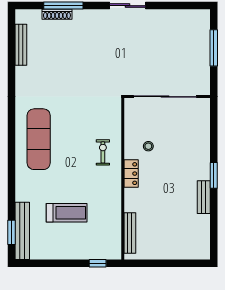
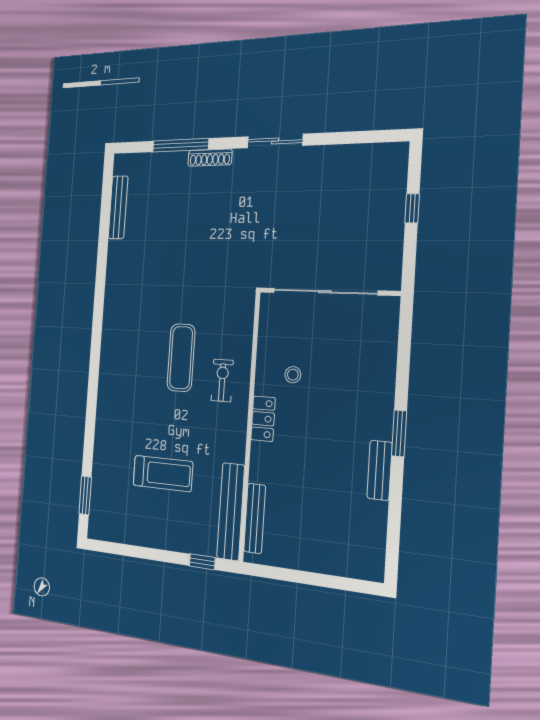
shoe rack: (57, 14) -> (210, 158), moved
window: (214, 48) -> (412, 208), width x0.46
exercise mat: (39, 139) -> (181, 358), moved, width x0.73, depth x0.69
bench: (22, 231) -> (231, 512), moved

